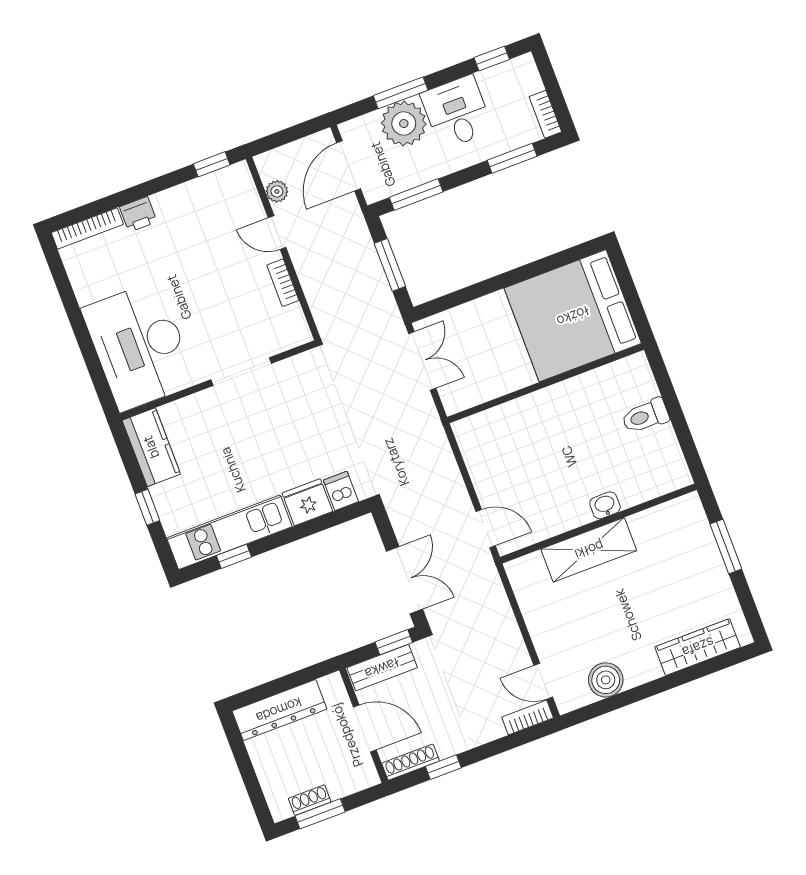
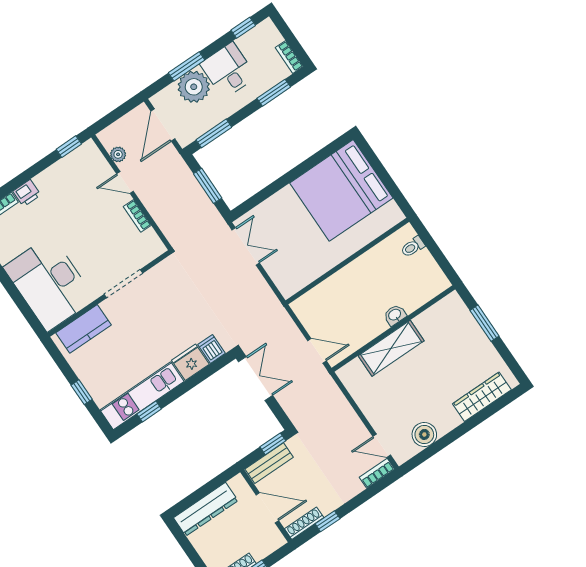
wall: (546, 383) -> (347, 261), moved
toilet: (645, 416) -> (413, 247), width x0.73, depth x0.72
kitchen counter: (151, 447) -> (84, 329), moved, turned 90
double door: (404, 580) -> (256, 378), moved

